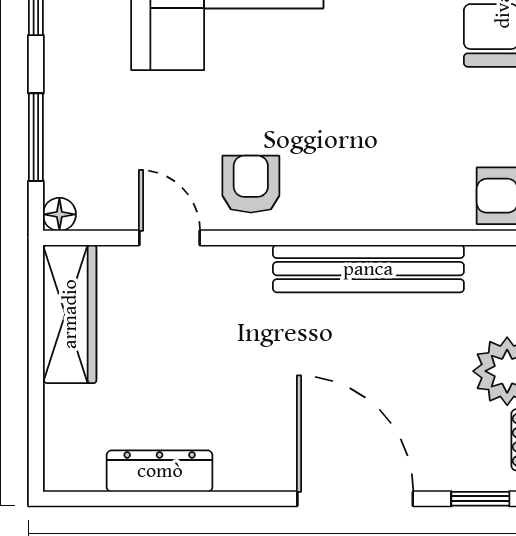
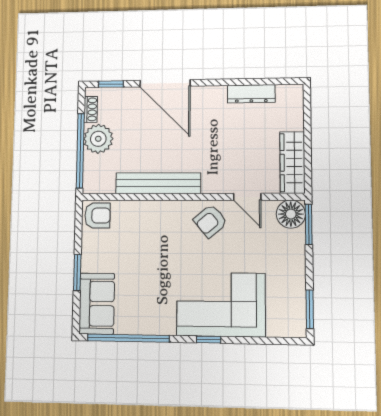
window: (36, 137) -> (309, 224), moved
armchair: (251, 184) -> (210, 221), turned 50
floor lamp: (59, 214) -> (291, 214), width x1.89, depth x1.89

